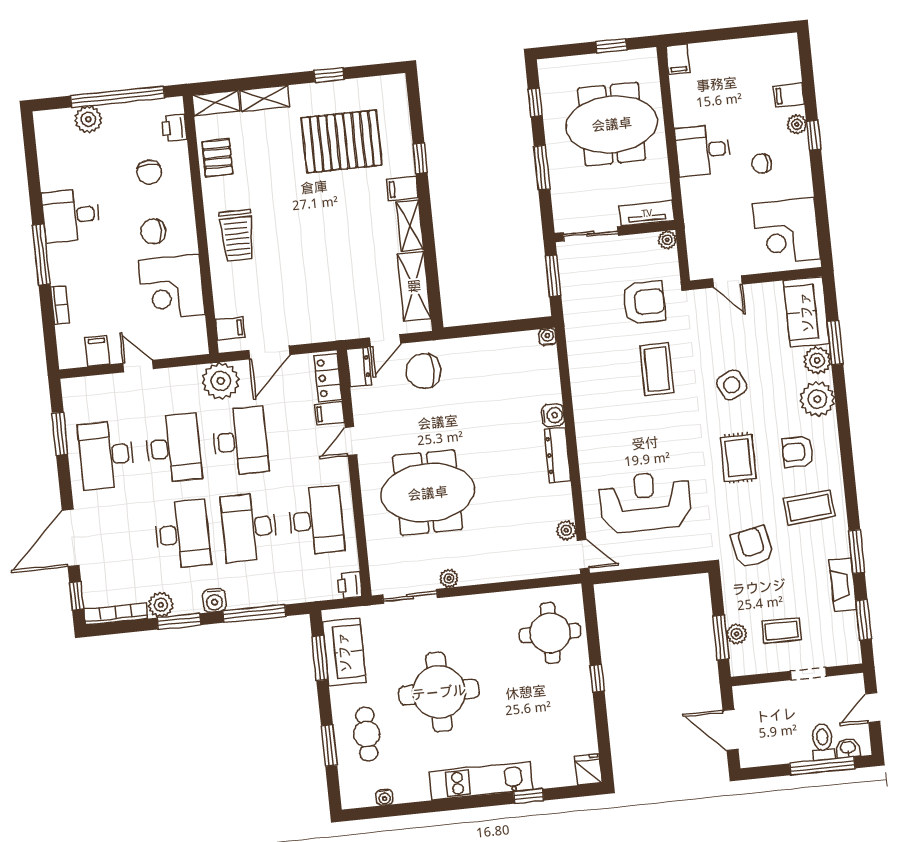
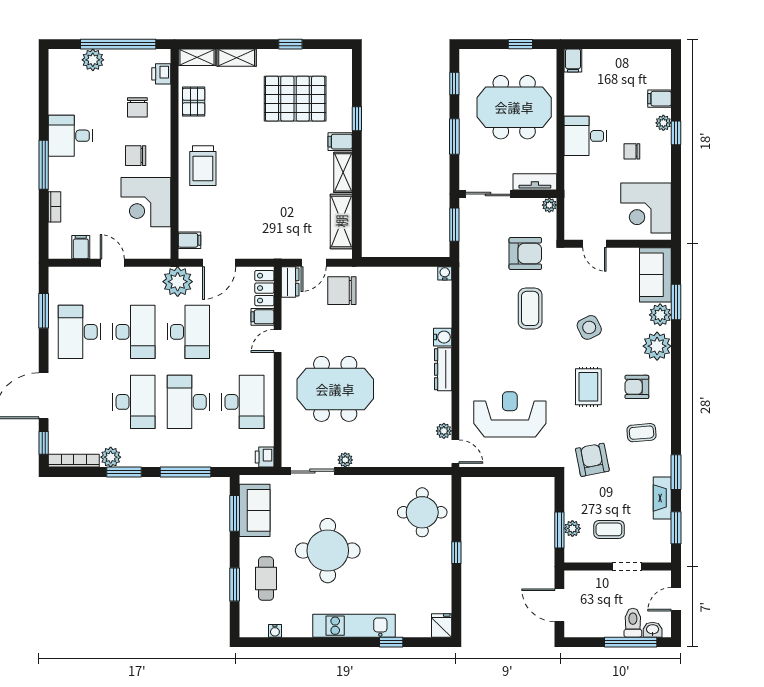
coffee table: (809, 507) -> (642, 433), width x0.73, depth x0.77
water cooler: (214, 600) -> (154, 458), removed

